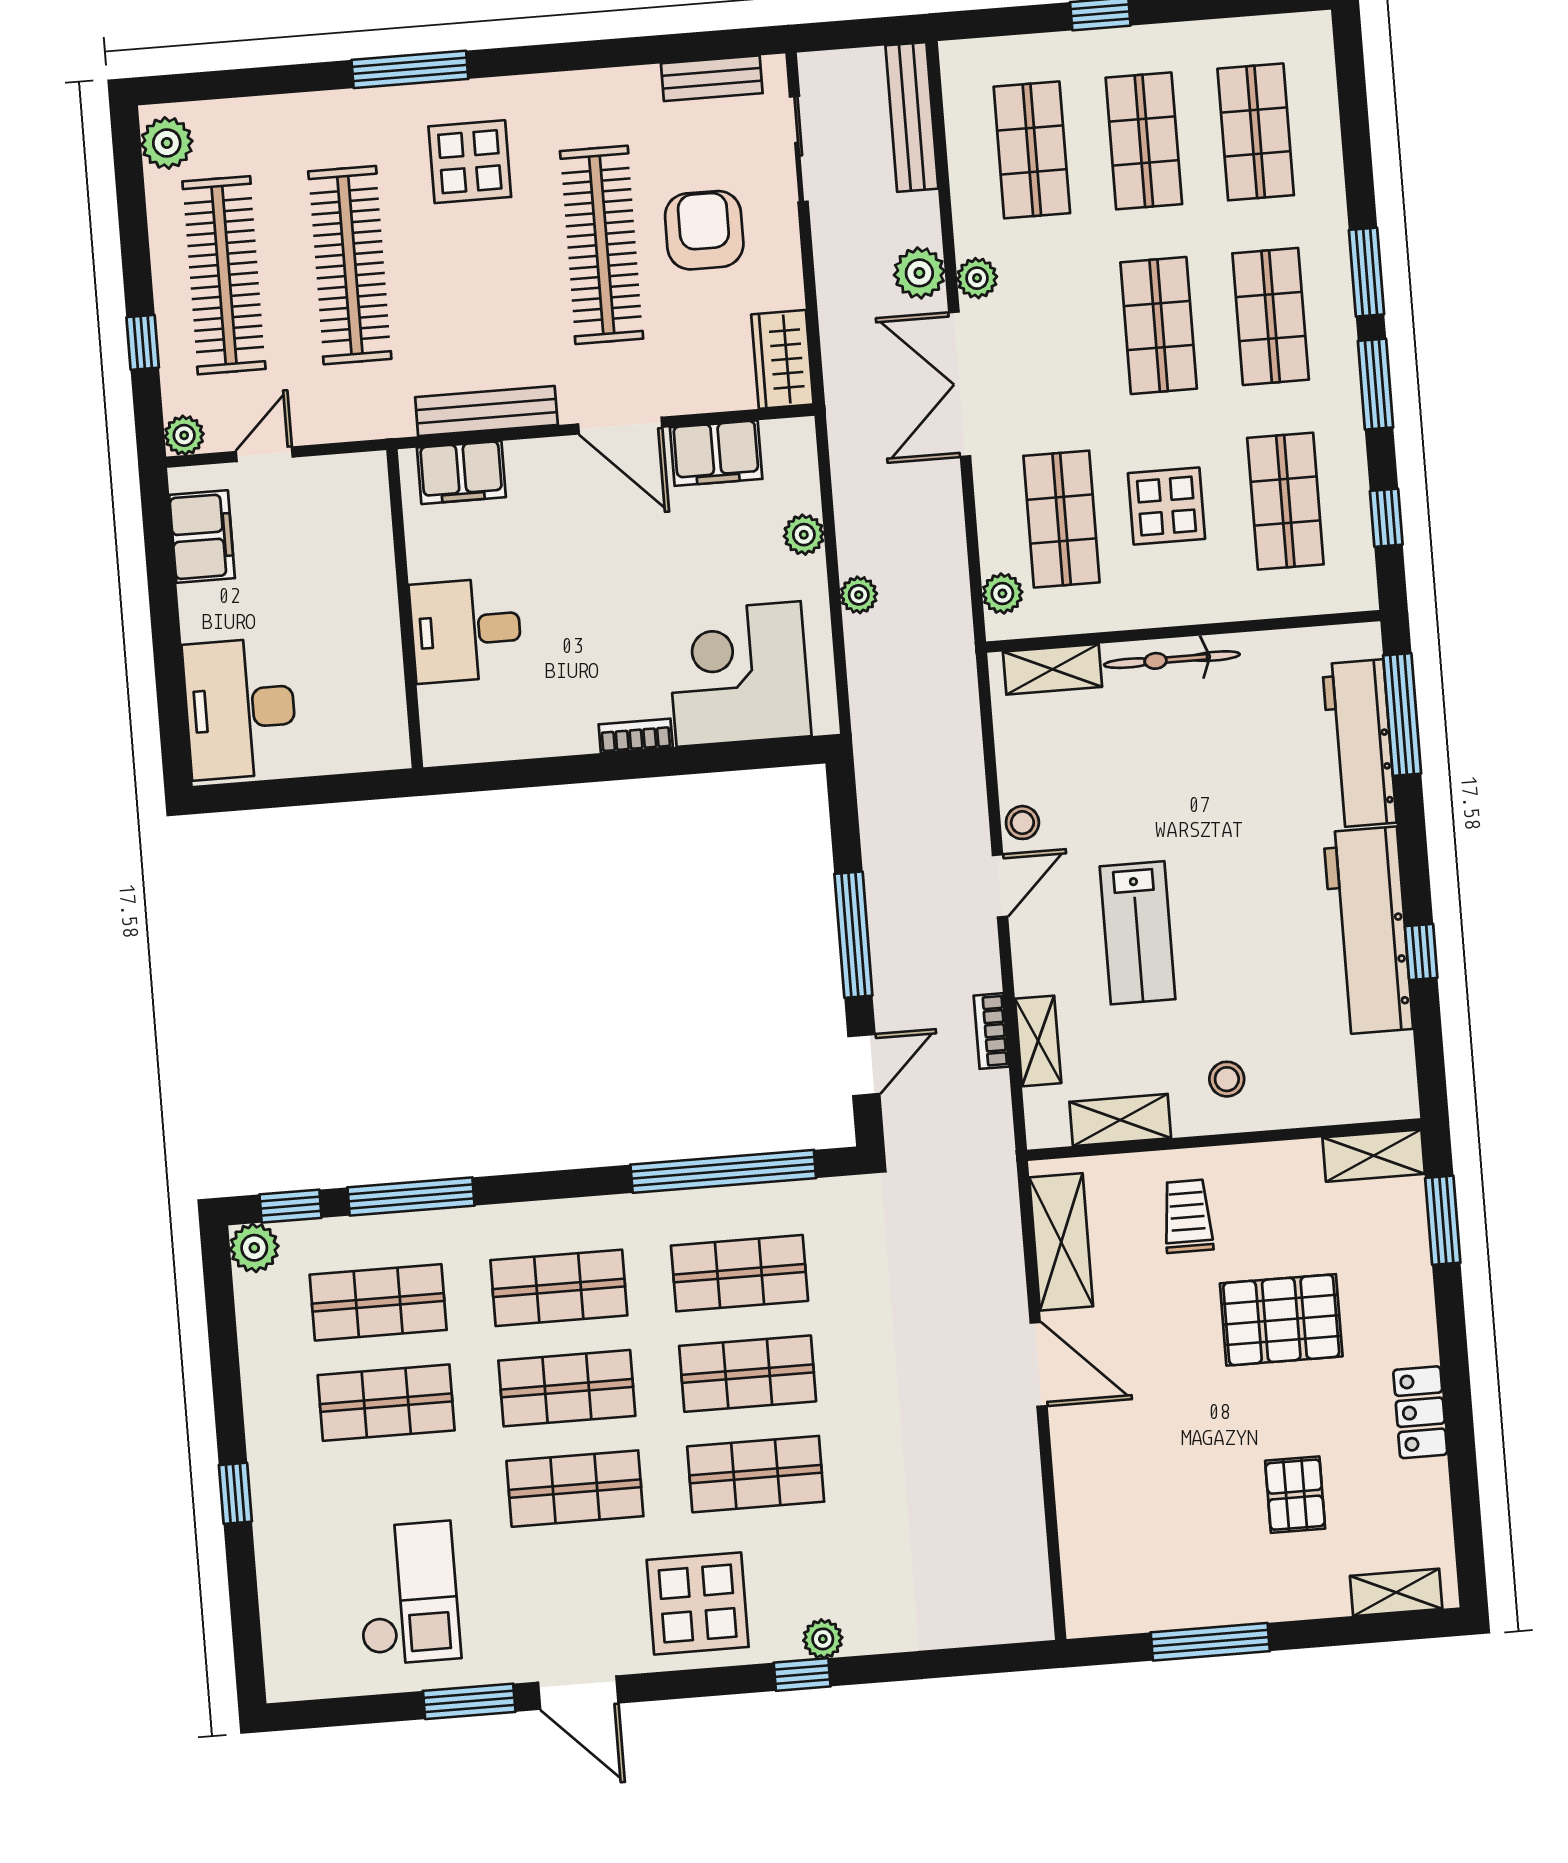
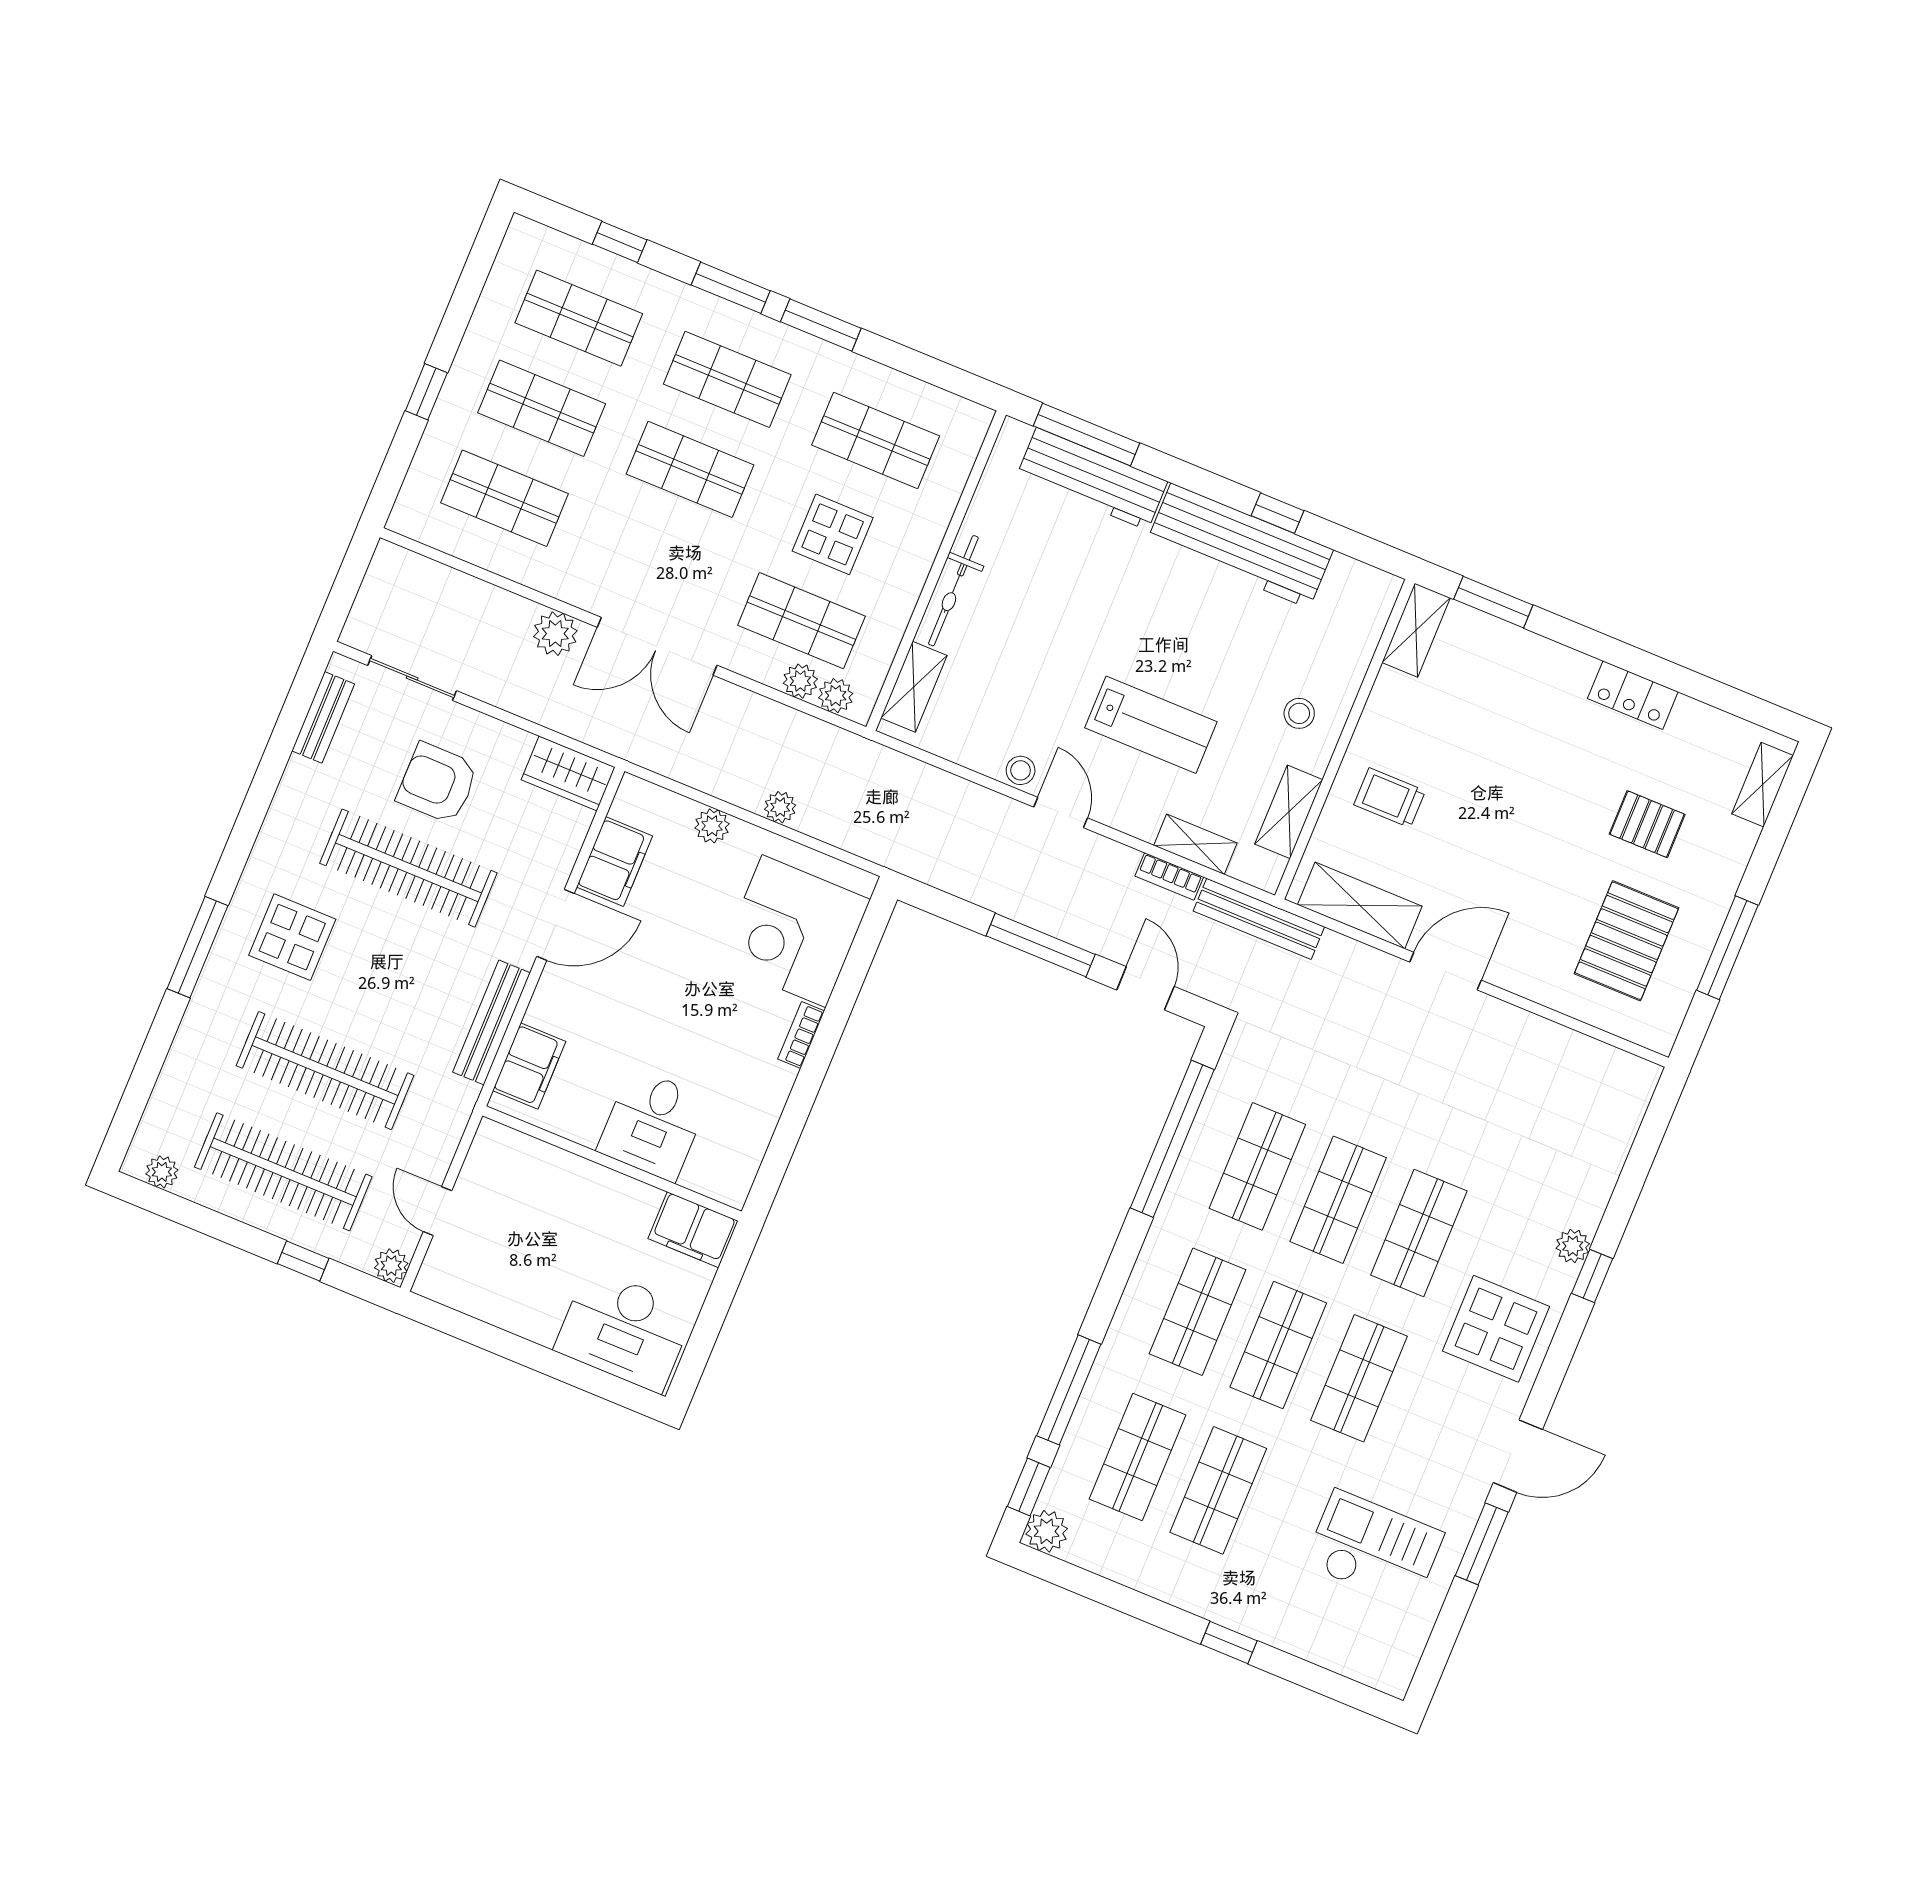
bench: (912, 117) -> (1259, 919), moved
plant: (167, 143) -> (162, 1172), width x0.73, depth x0.73
plant: (977, 278) -> (800, 681), moved
window: (1386, 518) -> (620, 242), moved
filing cabinet: (202, 537) -> (693, 1230), moved, turned 180
pallet: (1281, 1320) -> (1627, 941), moved

